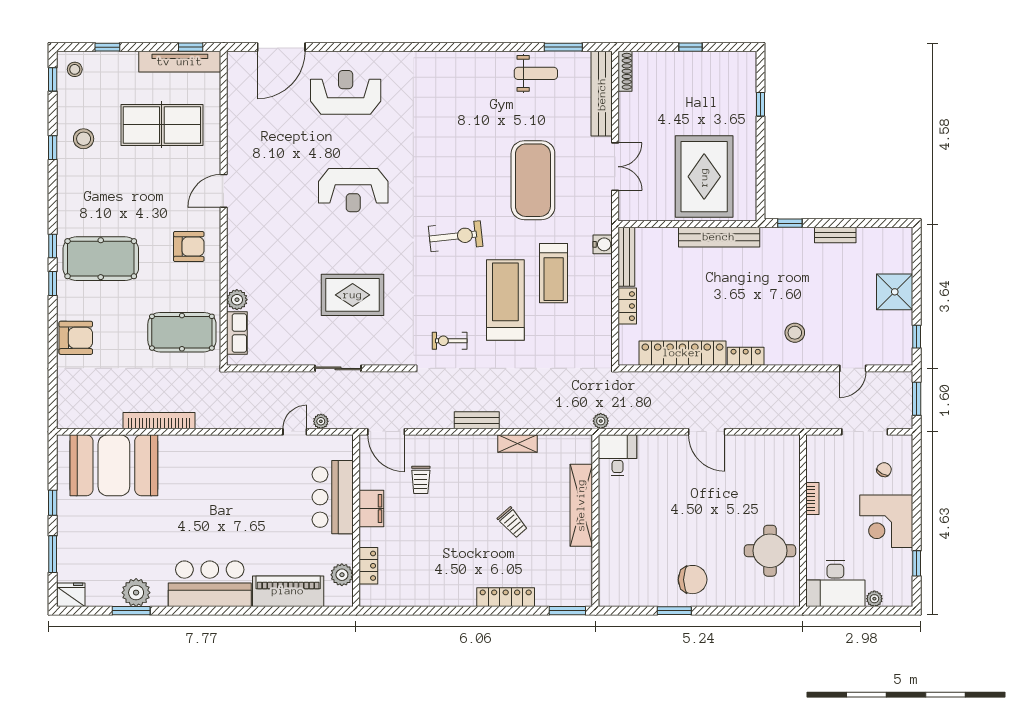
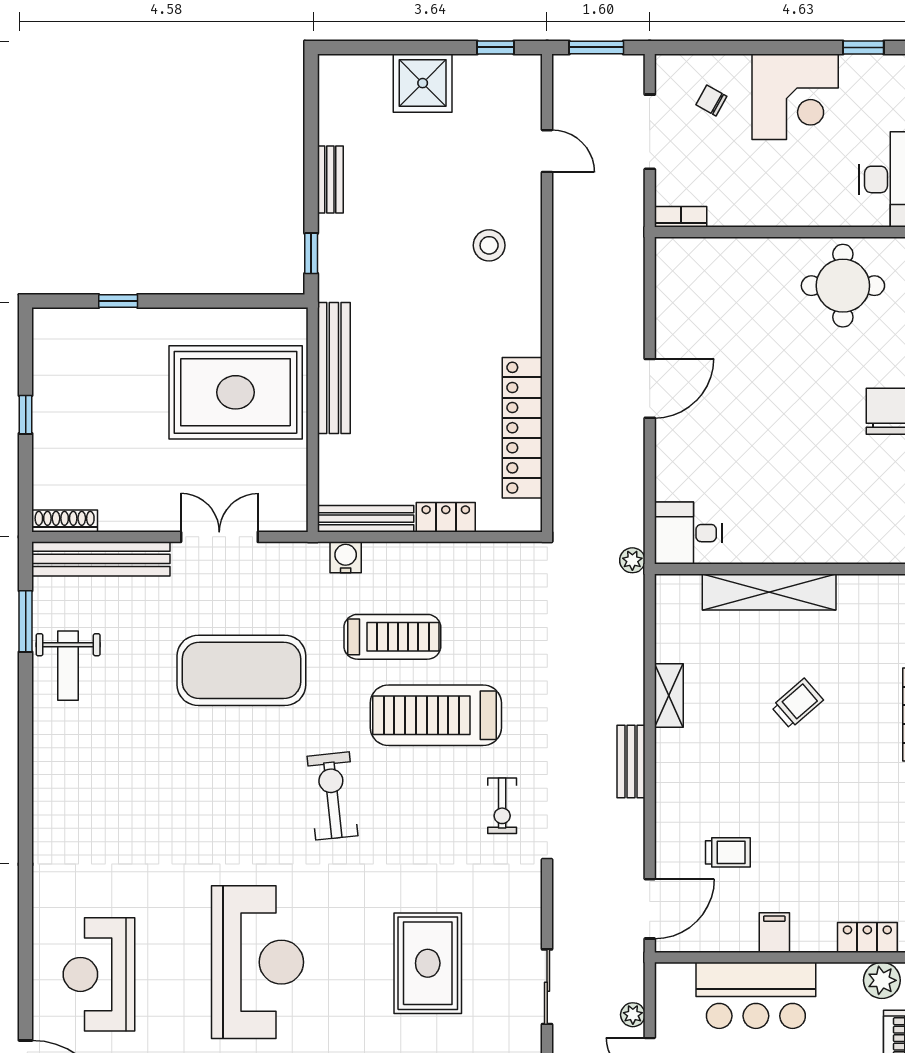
weight bench: (536, 73) -> (68, 666), turned 180
reception desk: (353, 190) -> (257, 962), width x1.36, depth x1.30
locker: (746, 356) -> (527, 325), removed
bookcase: (812, 499) -> (681, 217), moved
filing cabinet: (371, 508) -> (774, 933), width x0.50

